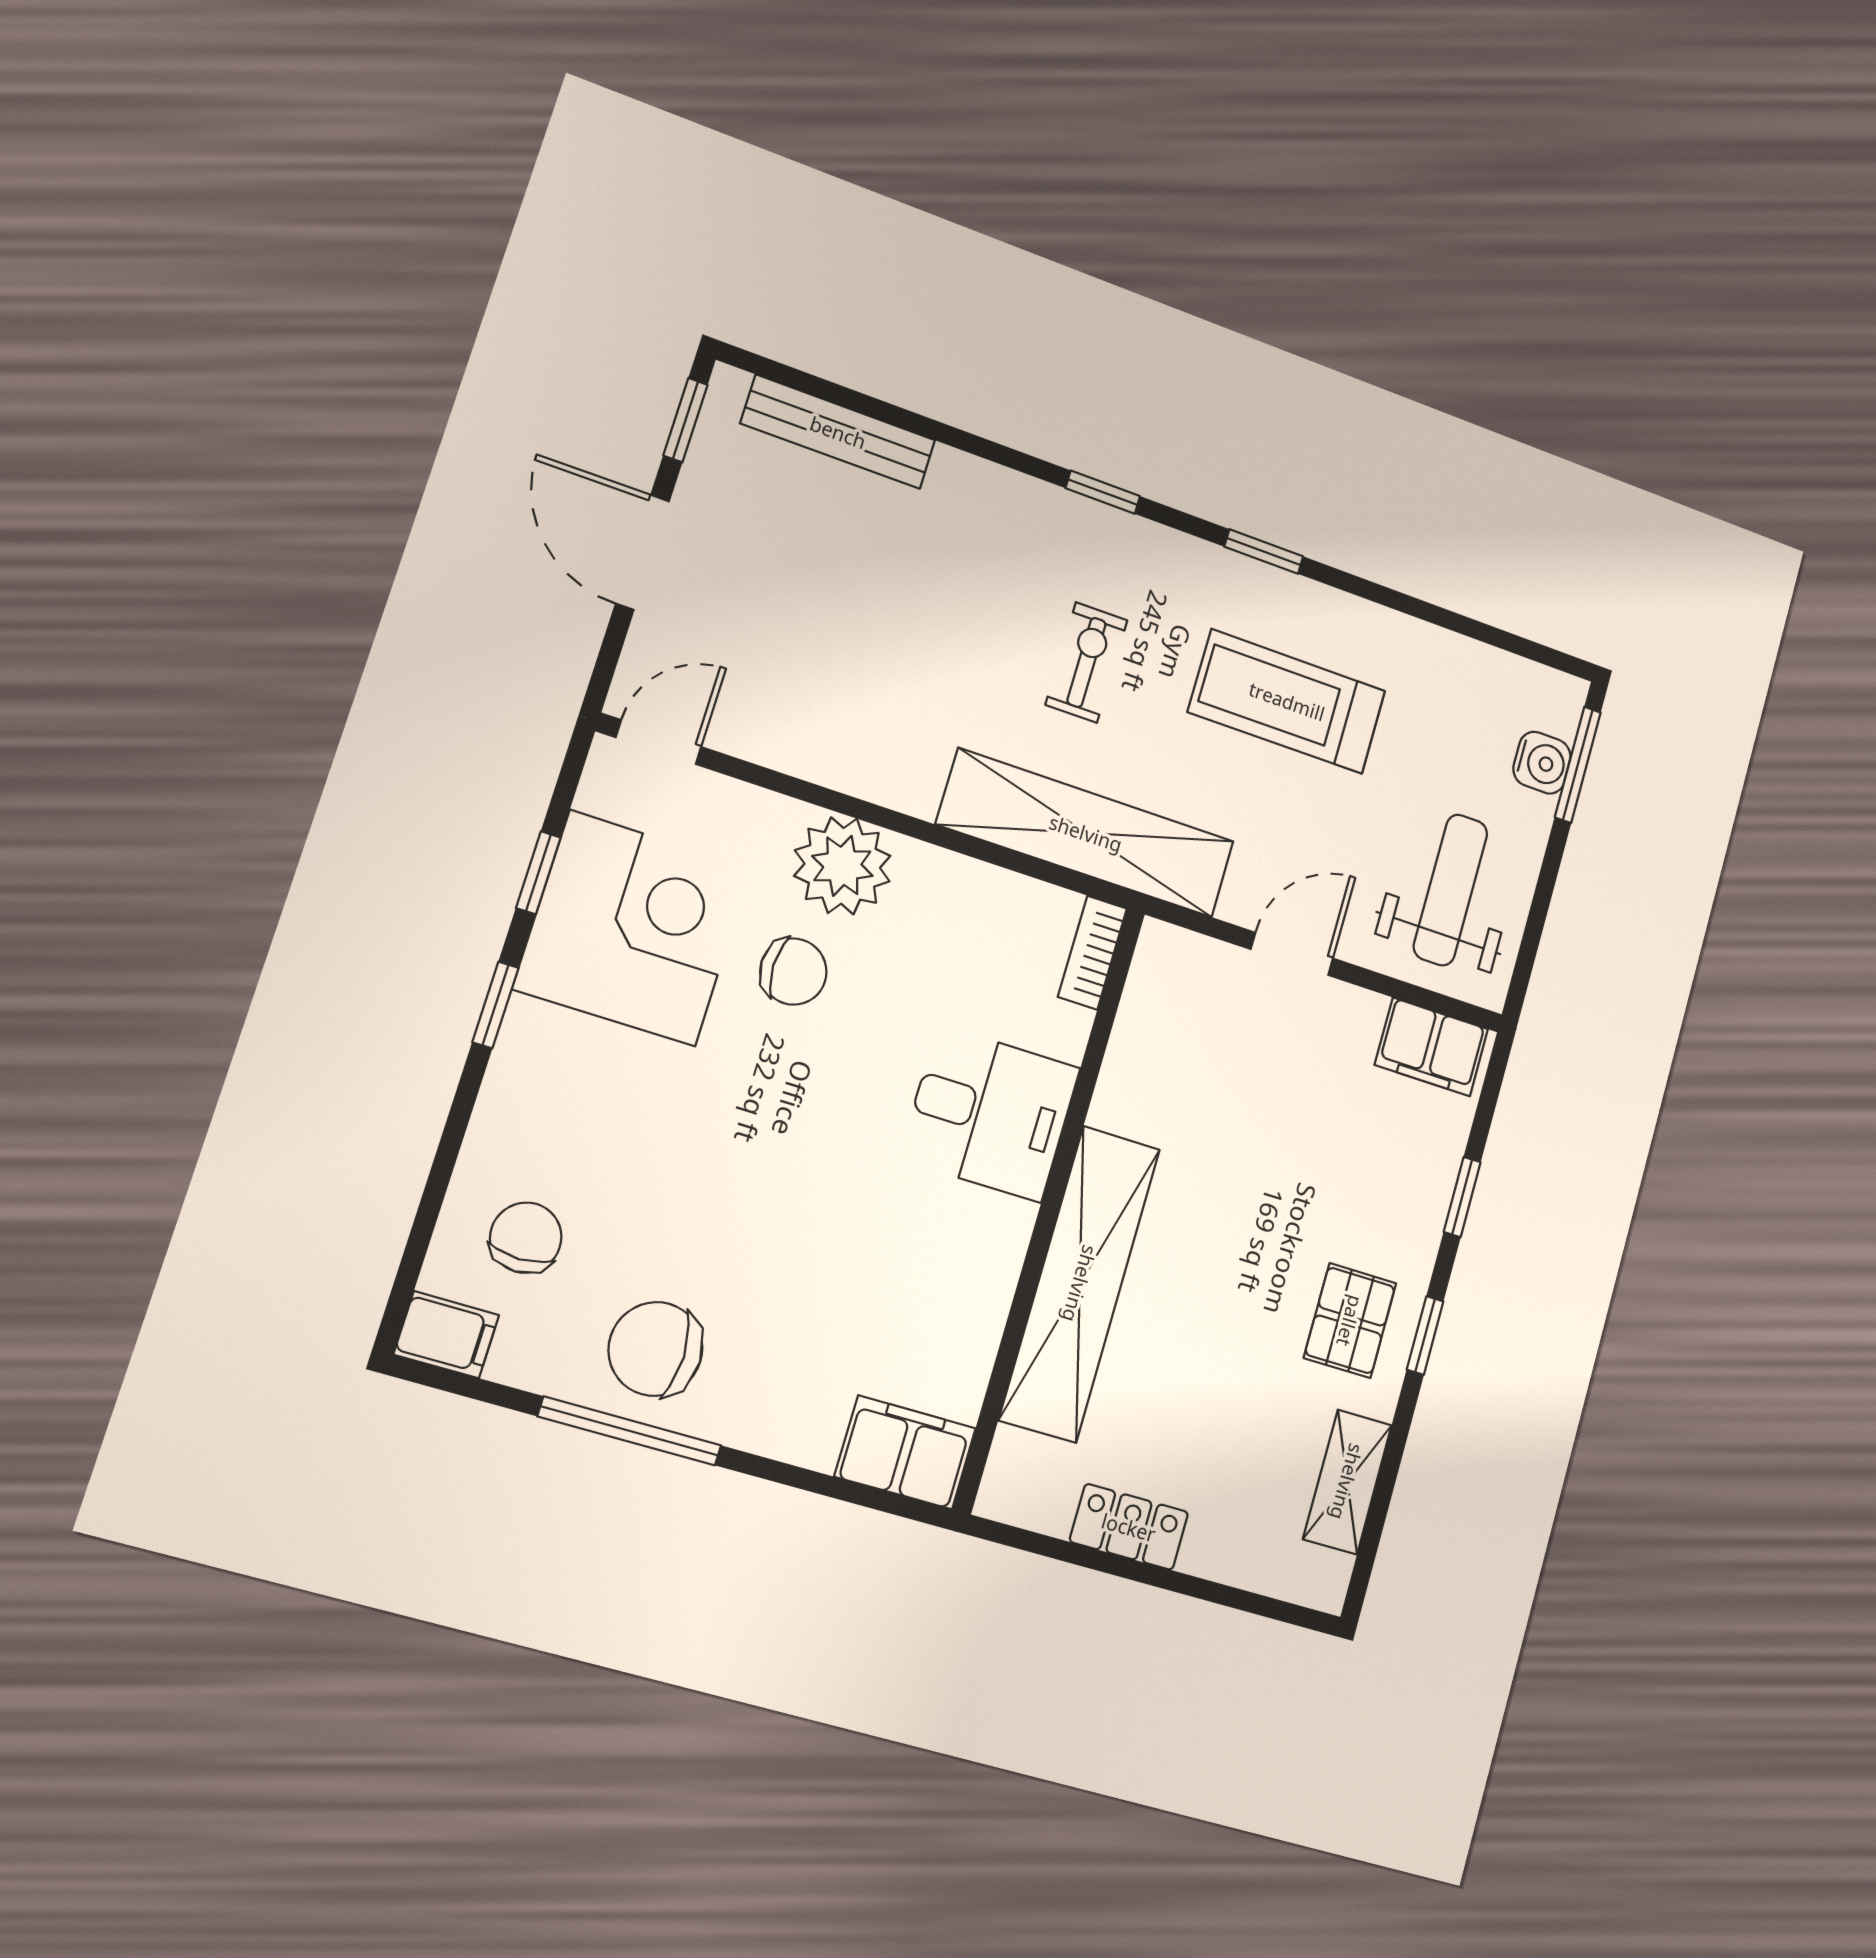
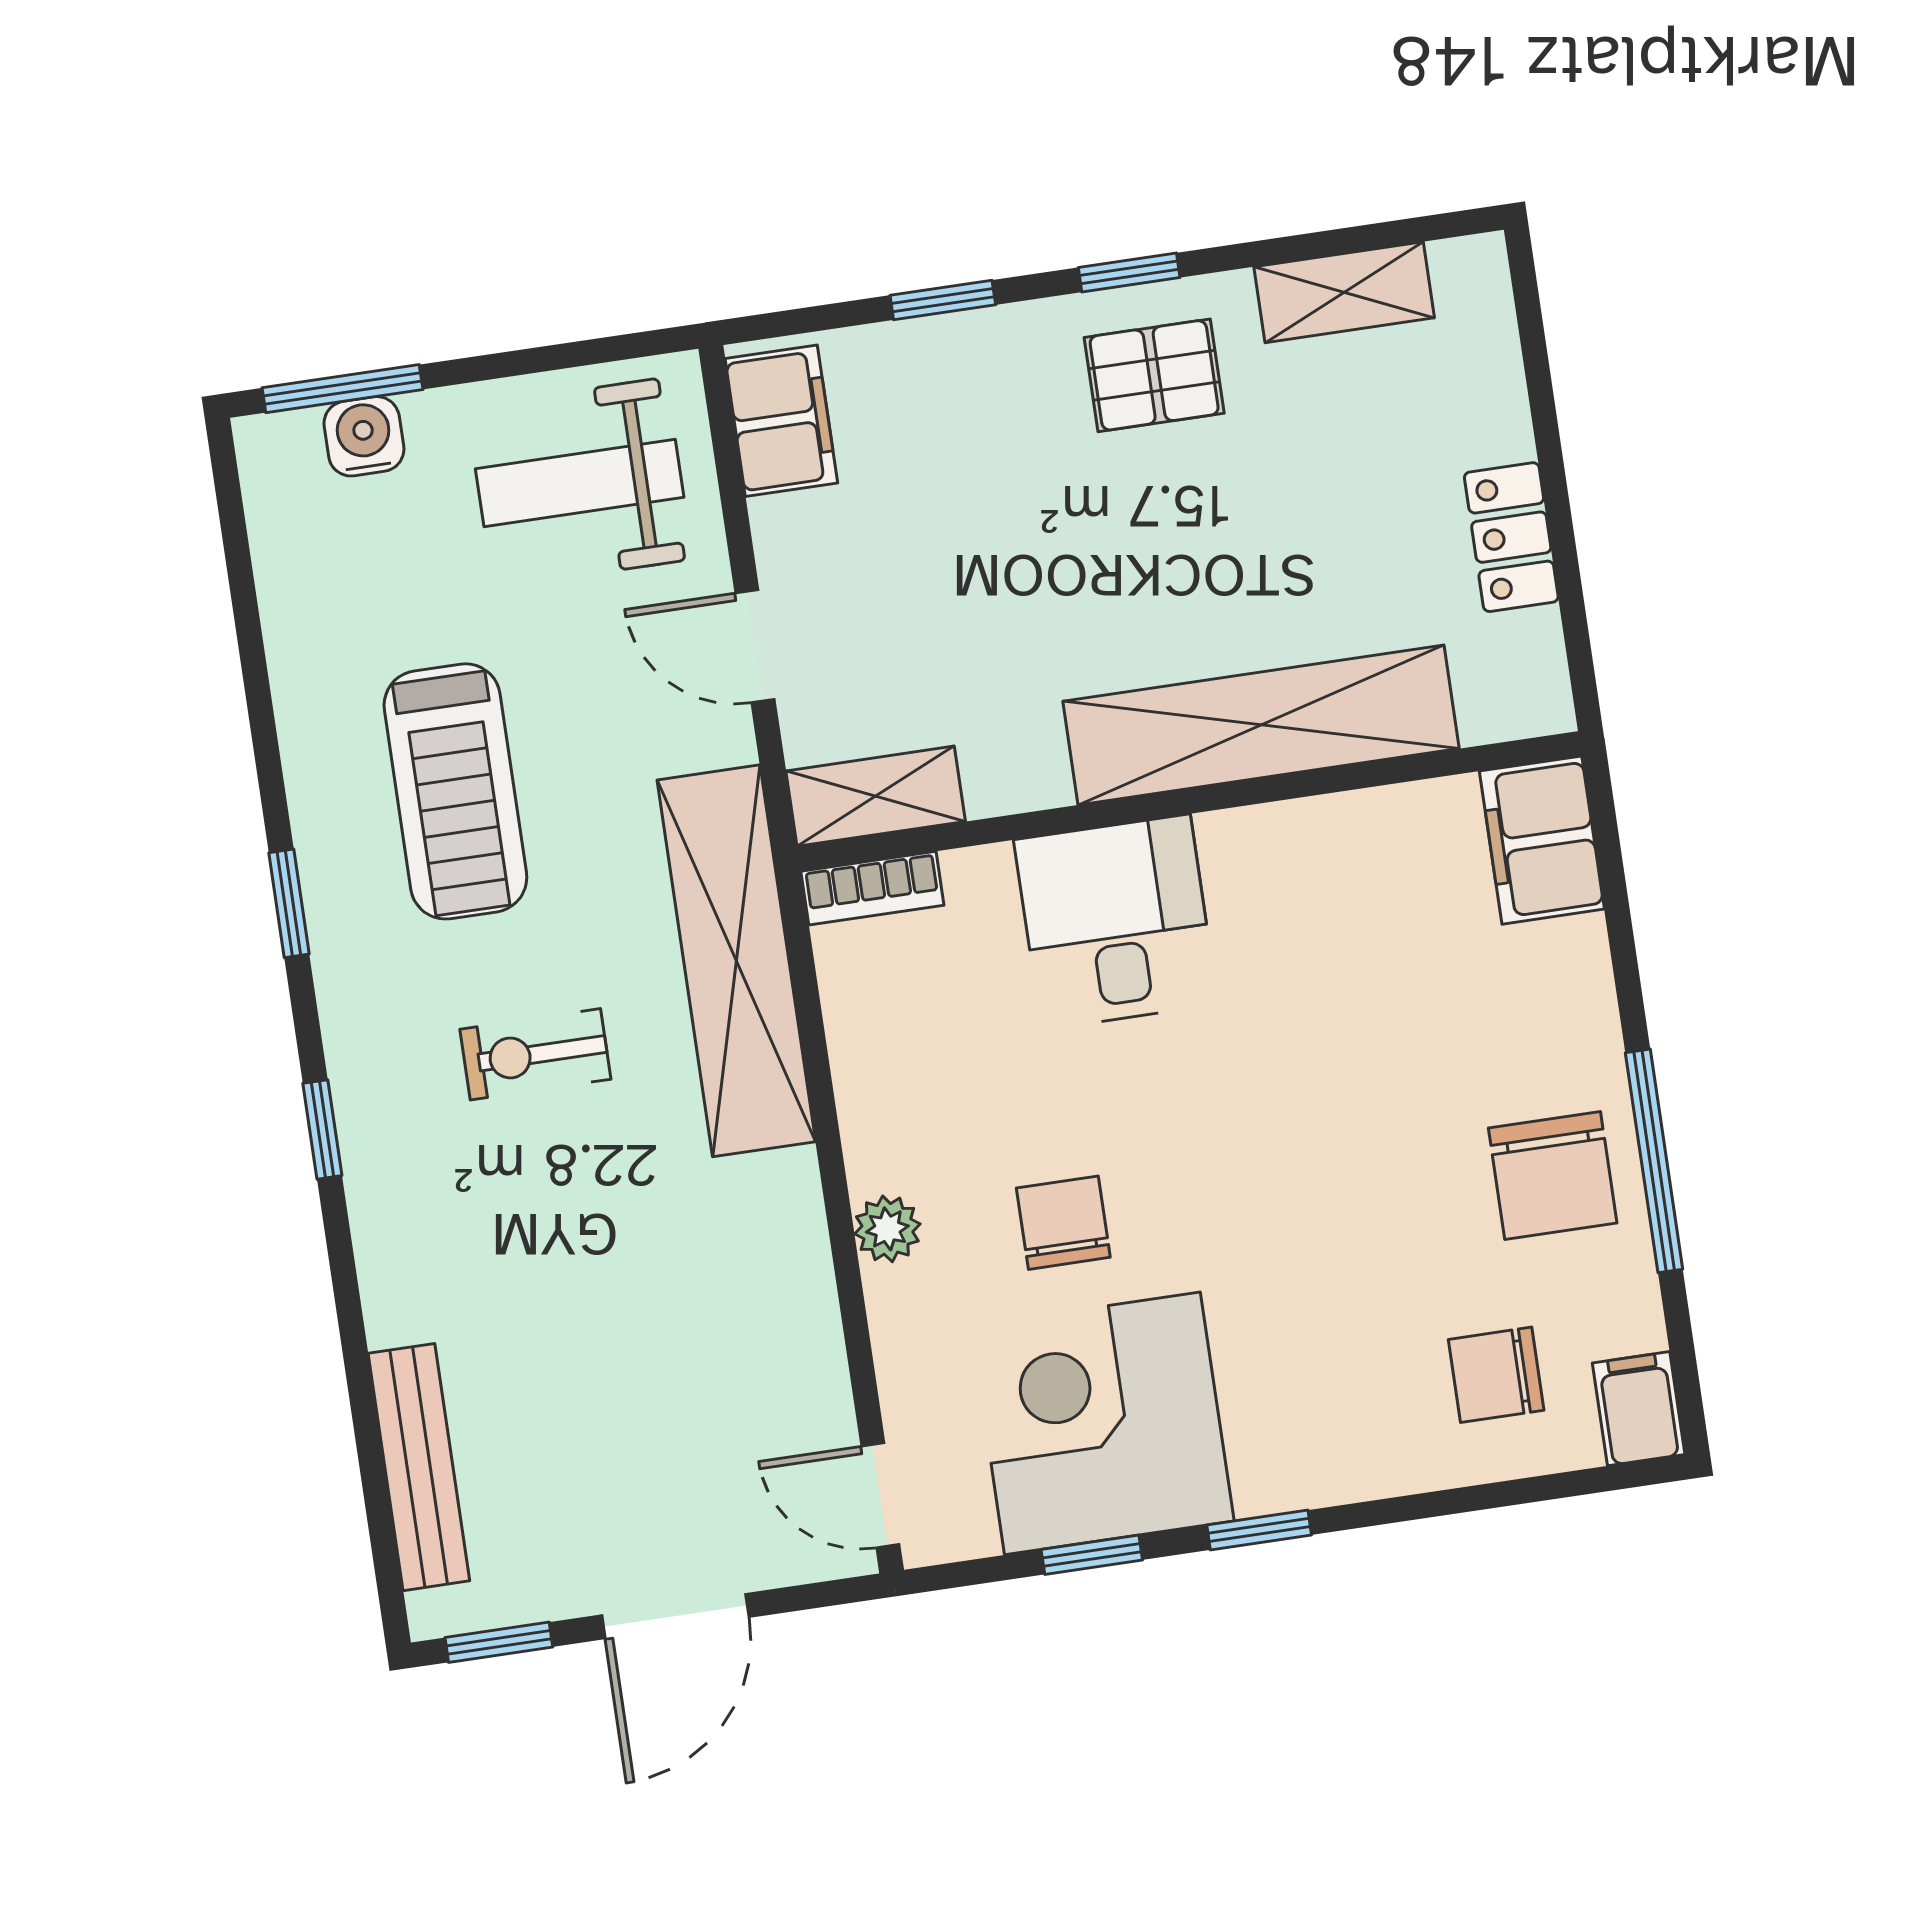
plant: (842, 866) -> (887, 1229), width x0.53, depth x0.53
shelving: (1154, 986) -> (876, 796), added

